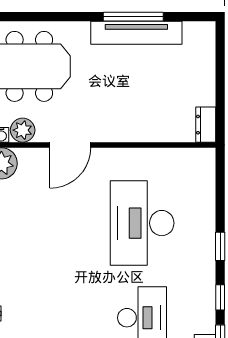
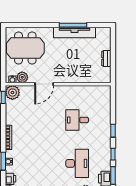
dresser: (206, 125) -> (106, 59), moved
desk: (142, 223) -> (77, 120), width x0.53, depth x0.77

